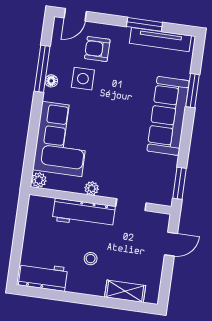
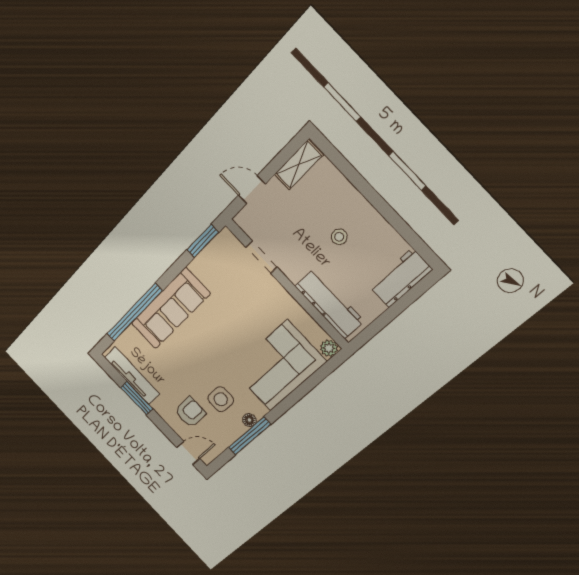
armchair: (97, 49) -> (190, 412), turned -90
window: (193, 91) -> (134, 312), width x2.11
plant: (92, 188) -> (286, 301), removed
workbench: (84, 213) -> (329, 304), moved
workbench: (43, 276) -> (401, 278), moved, turned 90
shelving: (125, 291) -> (299, 165), moved, turned 90

